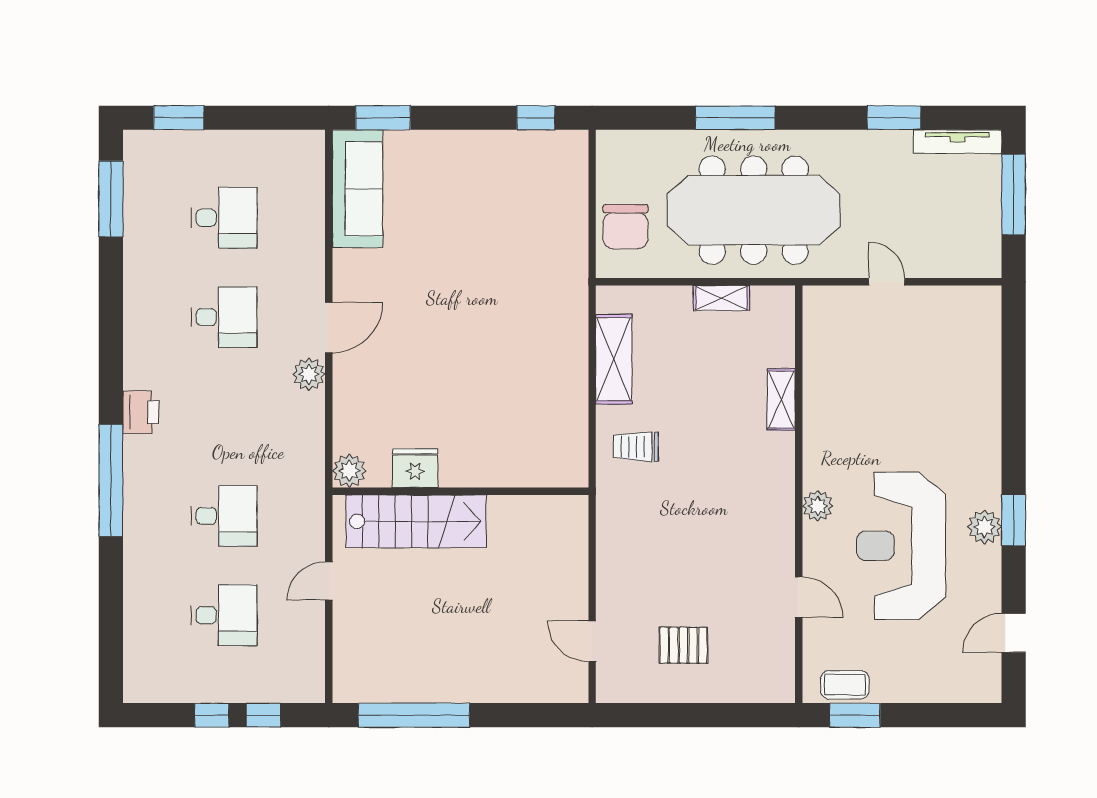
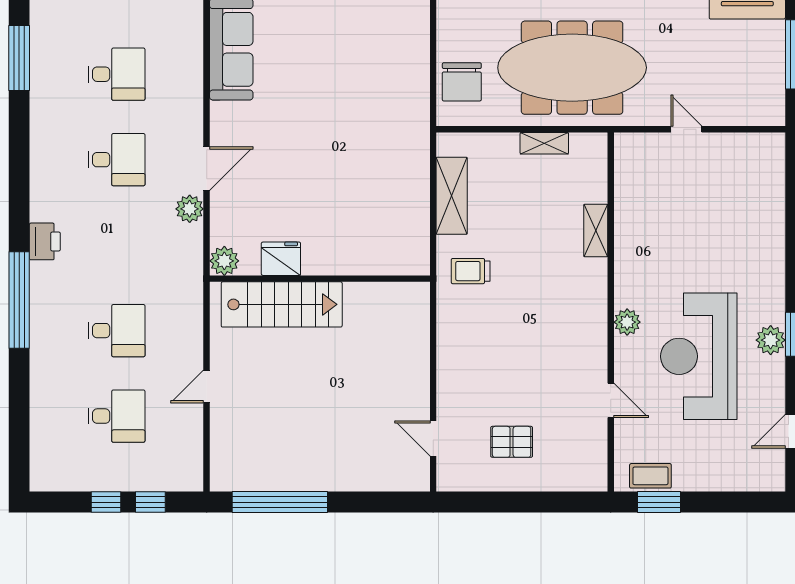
fridge: (415, 468) -> (281, 259), moved
plant: (349, 471) -> (224, 261), moved
wall: (460, 491) -> (320, 279), moved
stairs: (416, 521) -> (282, 304), moved

